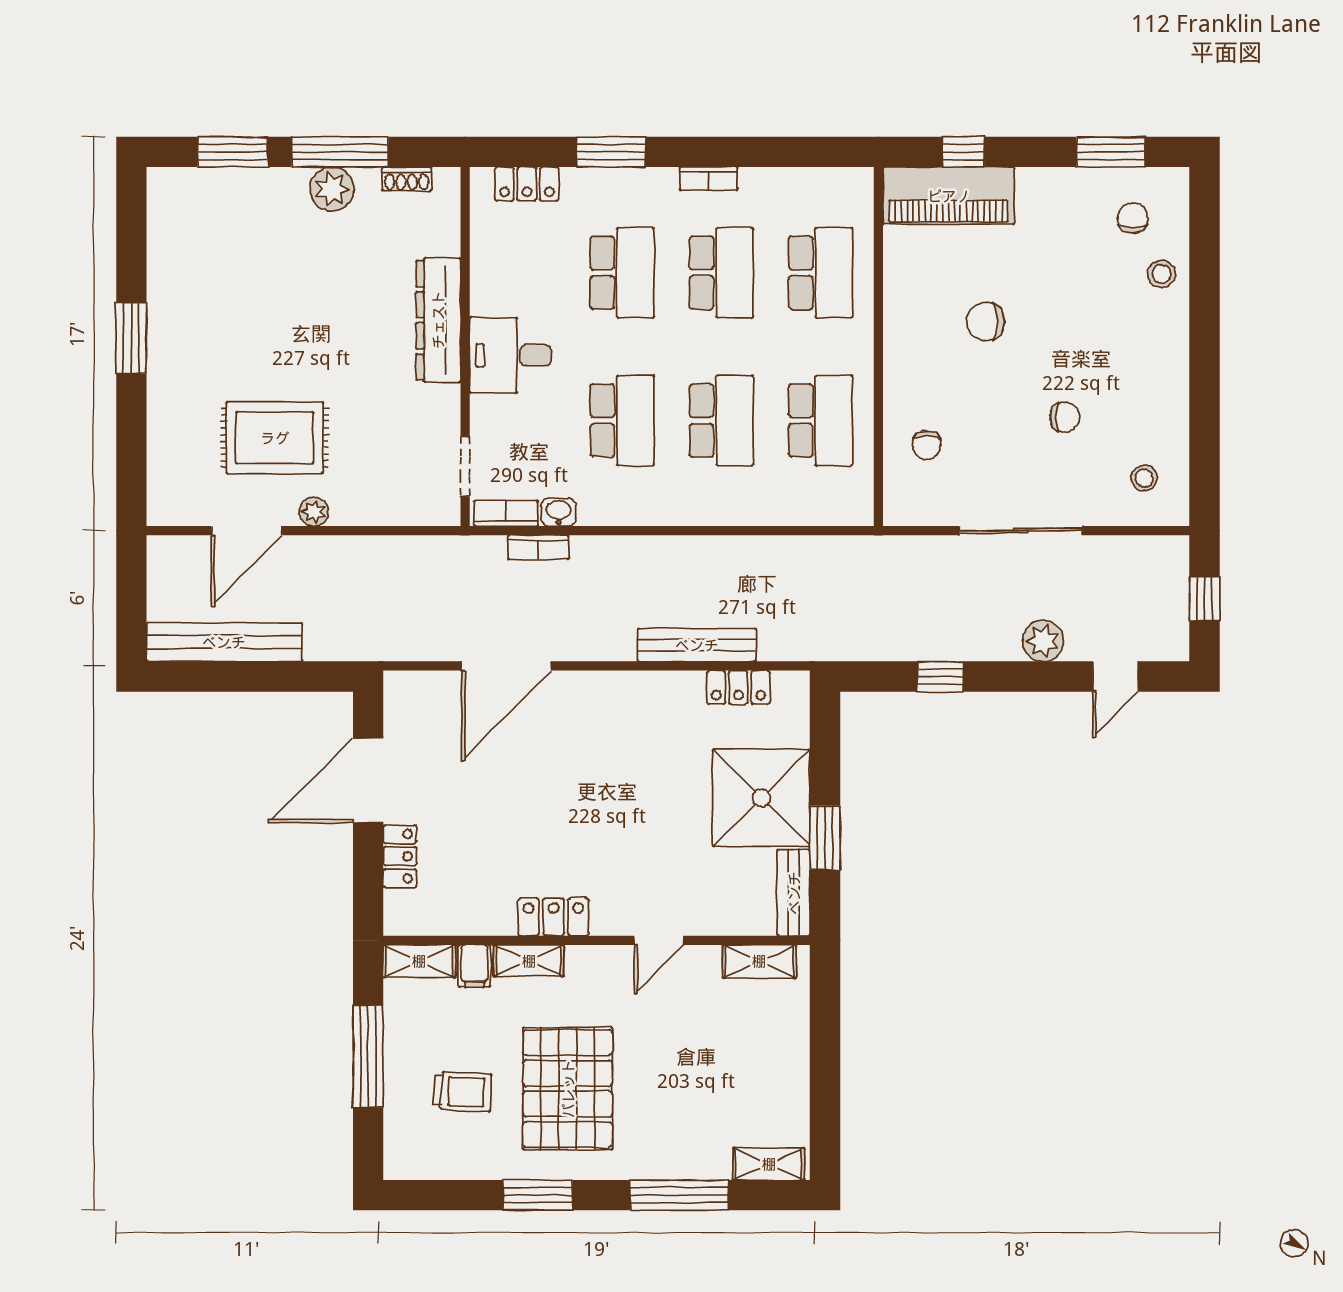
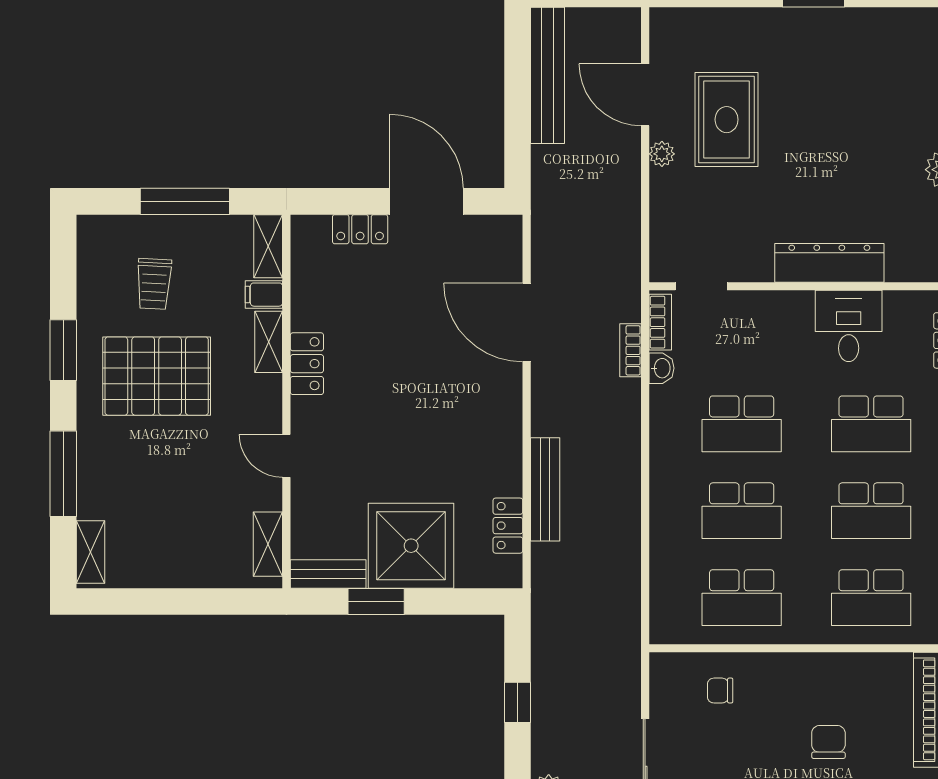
desk: (510, 355) -> (849, 326), moved

